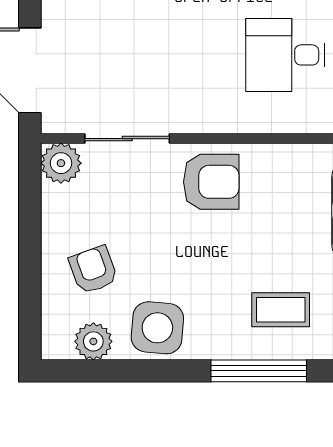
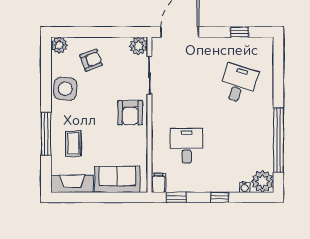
plant: (93, 341) -> (59, 45), moved

